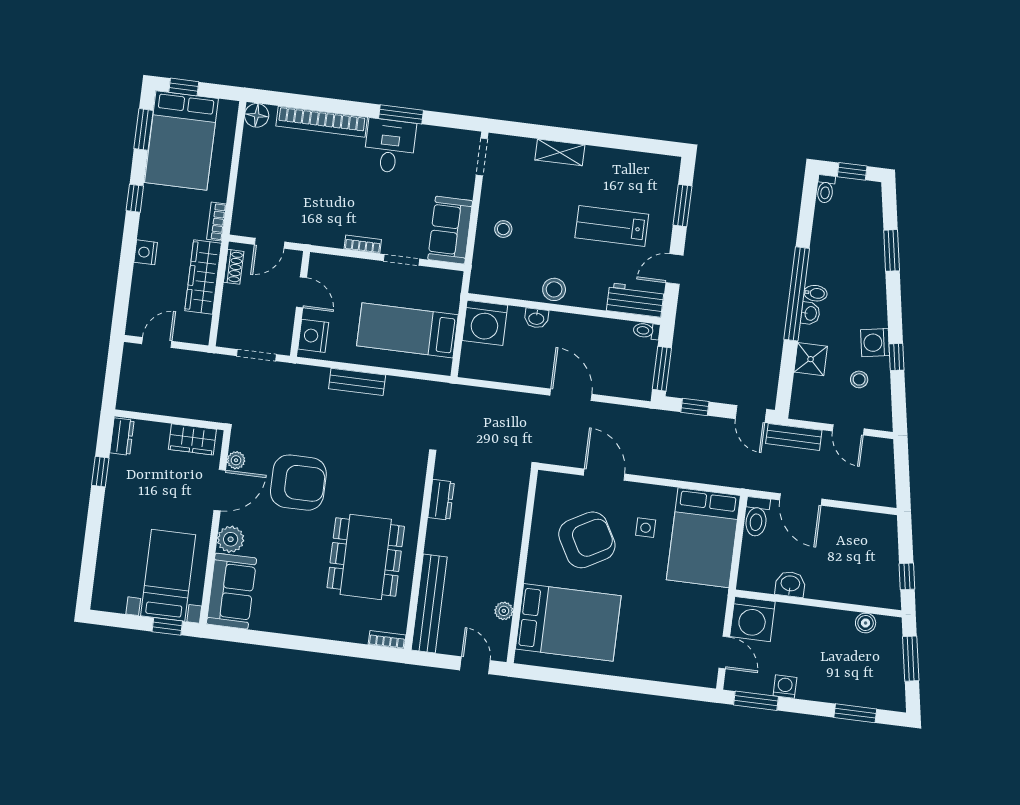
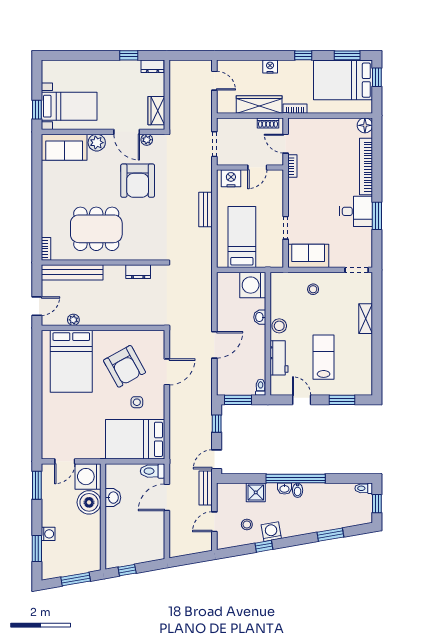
bookcase: (363, 244) -> (292, 166), moved
workbench: (635, 300) -> (279, 358), moved
boiler: (866, 623) -> (89, 502), moved, width x1.86, depth x1.86
washing machine: (785, 687) -> (48, 534), moved

